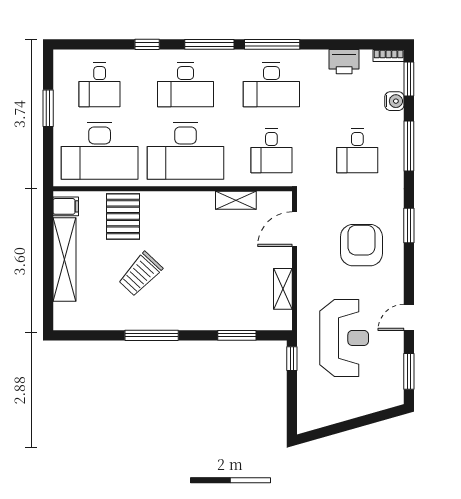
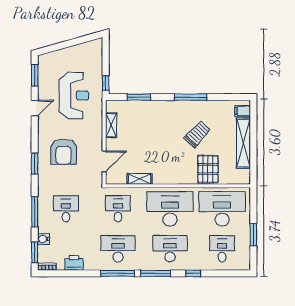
filing cabinet: (66, 206) -> (243, 111), moved
reception desk: (344, 338) -> (74, 95), turned 180

